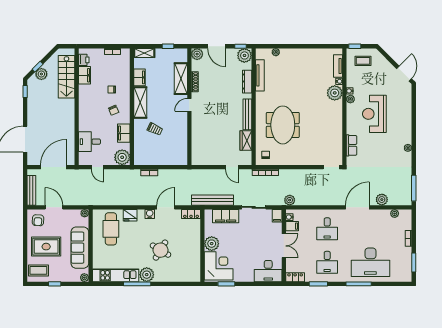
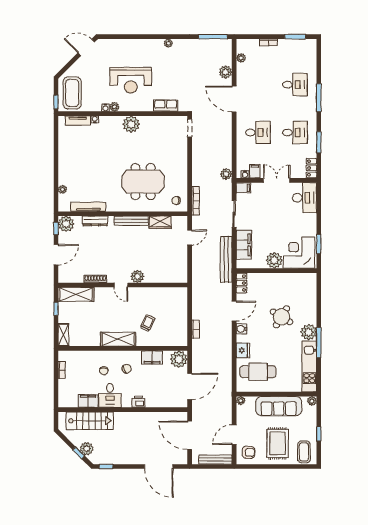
plant: (197, 54) -> (137, 276), moved
printer: (84, 60) -> (138, 402), moved
coffee table: (363, 61) -> (72, 93), width x1.86, depth x1.72
filing cabinet: (140, 77) -> (90, 340), removed
shelving: (181, 79) -> (76, 294), moved
plant: (335, 93) -> (131, 124), moved
desk: (89, 142) -> (110, 395), moved
door: (98, 167) -> (190, 386), width x1.88
door: (166, 207) -> (234, 311), swing flipped
desk: (370, 262) -> (295, 85), width x0.53, depth x0.77

